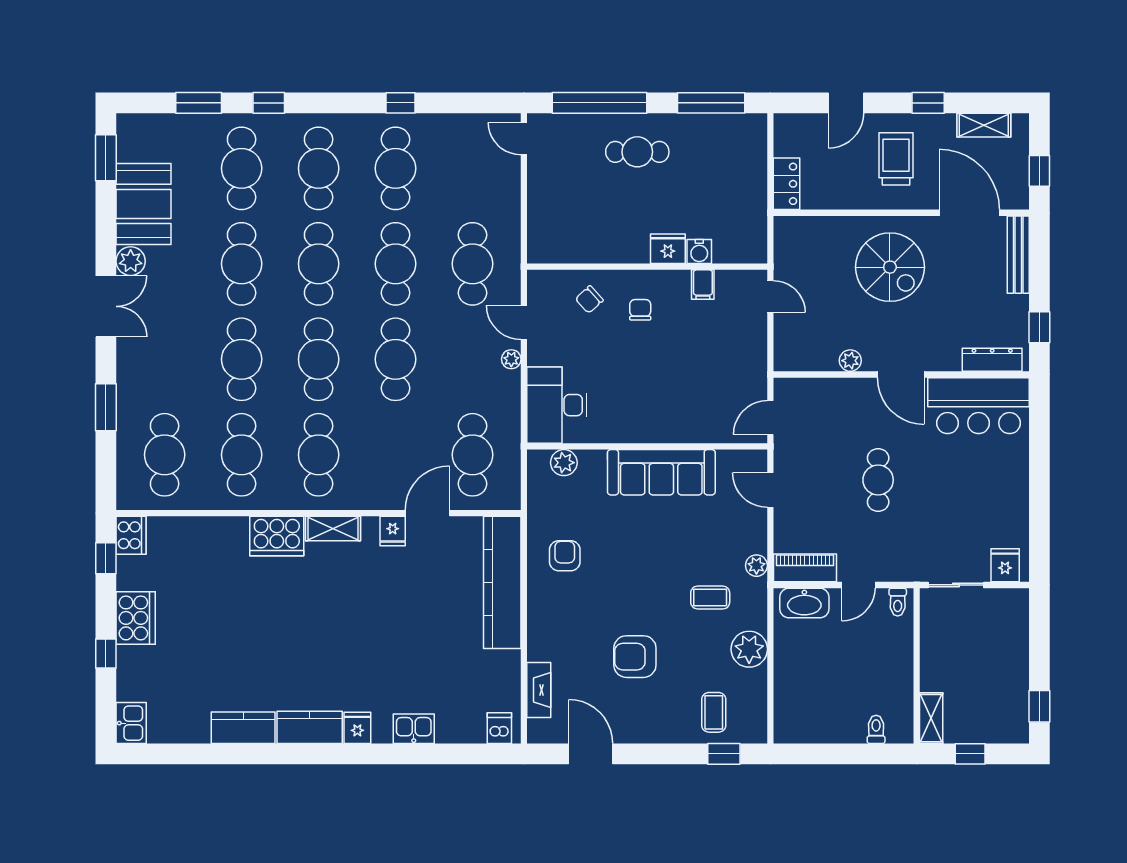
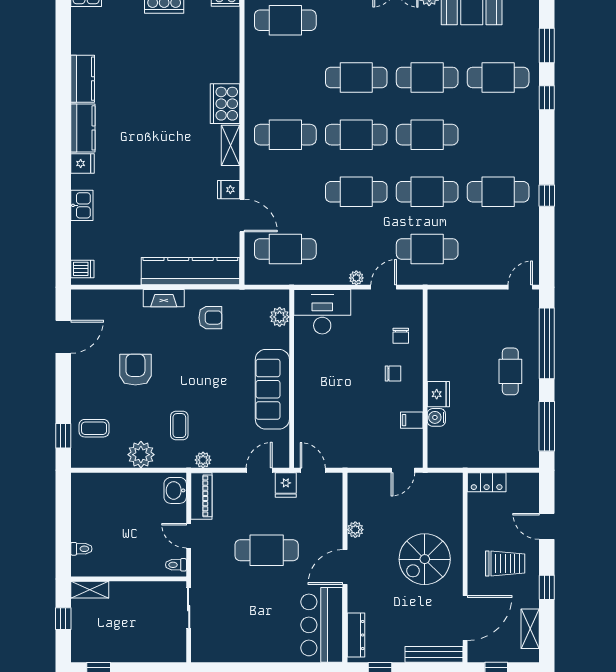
cafe table: (319, 168) -> (498, 135), removed
chair: (589, 299) -> (401, 336), turned -138
cafe table: (242, 455) -> (285, 77), removed
cafe table: (878, 480) -> (267, 550), width x1.37, depth x1.35
fridge: (1005, 565) -> (286, 485), moved, turned 90
washbasin: (804, 603) -> (175, 490), width x0.72
fireplace: (539, 690) -> (164, 298), moved

